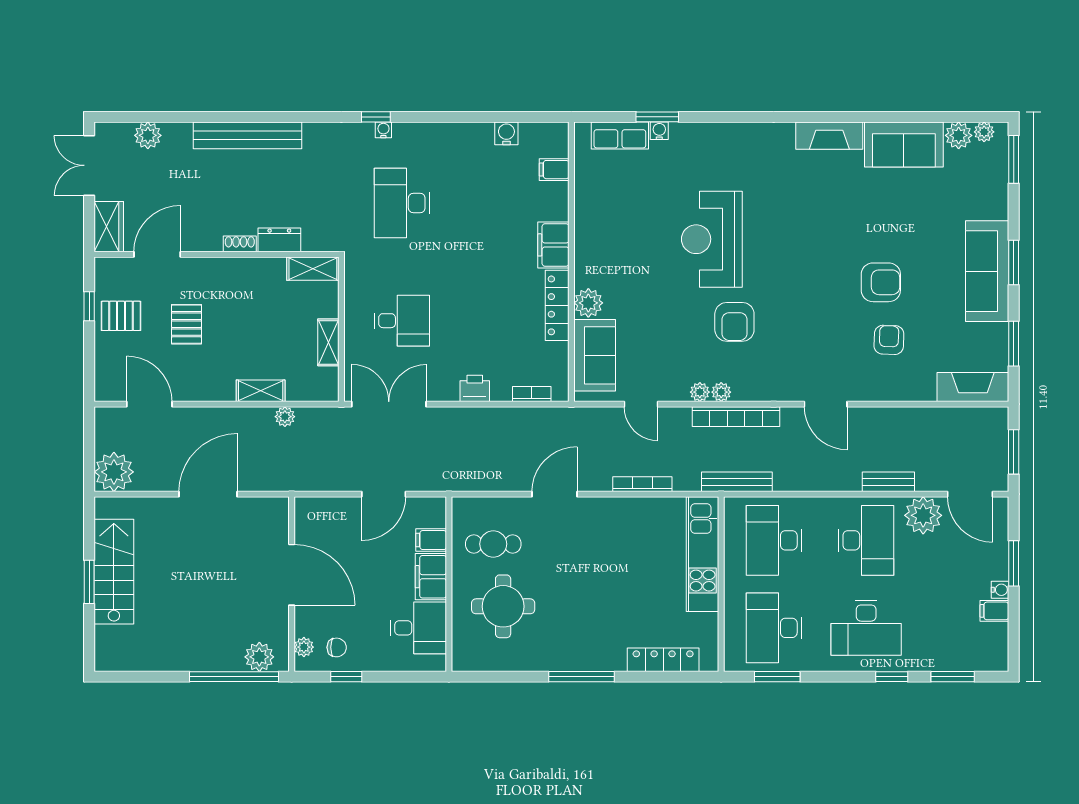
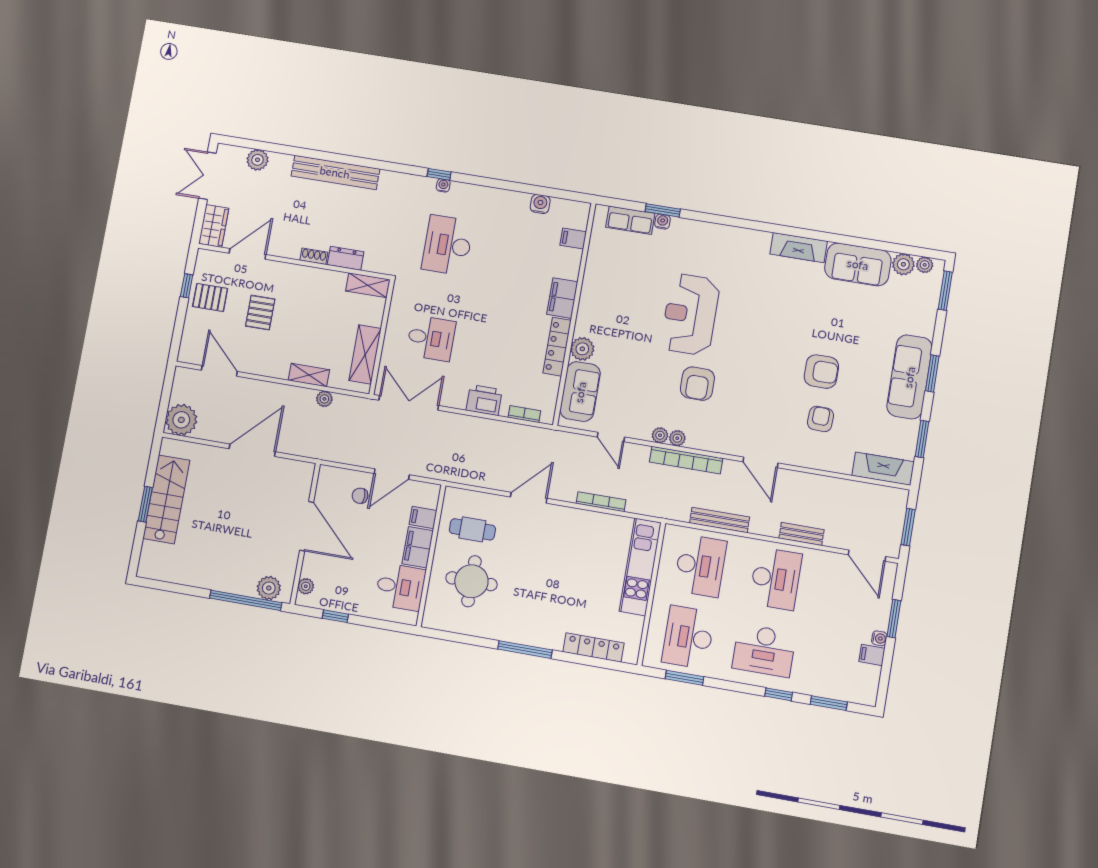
shelving: (328, 342) -> (365, 355), width x1.50, depth x1.33
printer: (475, 388) -> (484, 400), width x1.36, depth x1.24
bench: (737, 482) -> (720, 520), moved
plant: (923, 515) -> (826, 566), removed
desk: (774, 540) -> (700, 566), turned 180
chair: (337, 647) -> (360, 496), moved, turned 180

